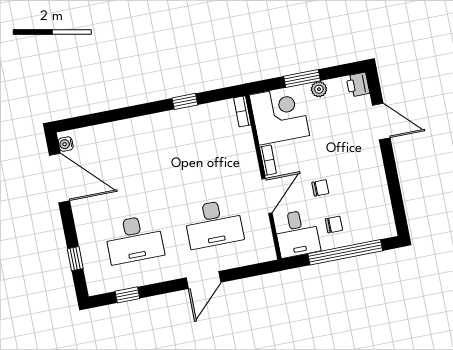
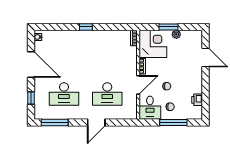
printer: (358, 85) -> (197, 100), moved
window: (185, 101) -> (86, 27), moved
door: (59, 178) -> (31, 64), moved
window: (345, 252) -> (173, 122), width x0.68
window: (127, 295) -> (55, 122), width x2.17

